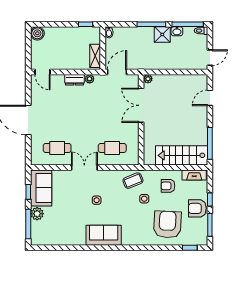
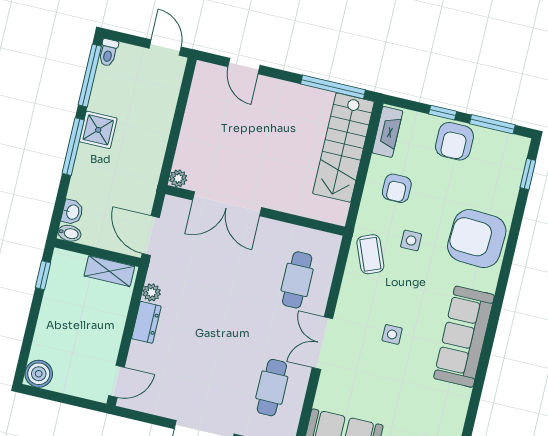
washbasin: (177, 31) -> (72, 212), moved
armchair: (167, 224) -> (477, 239), moved
sofa: (104, 235) -> (464, 337), width x1.36

